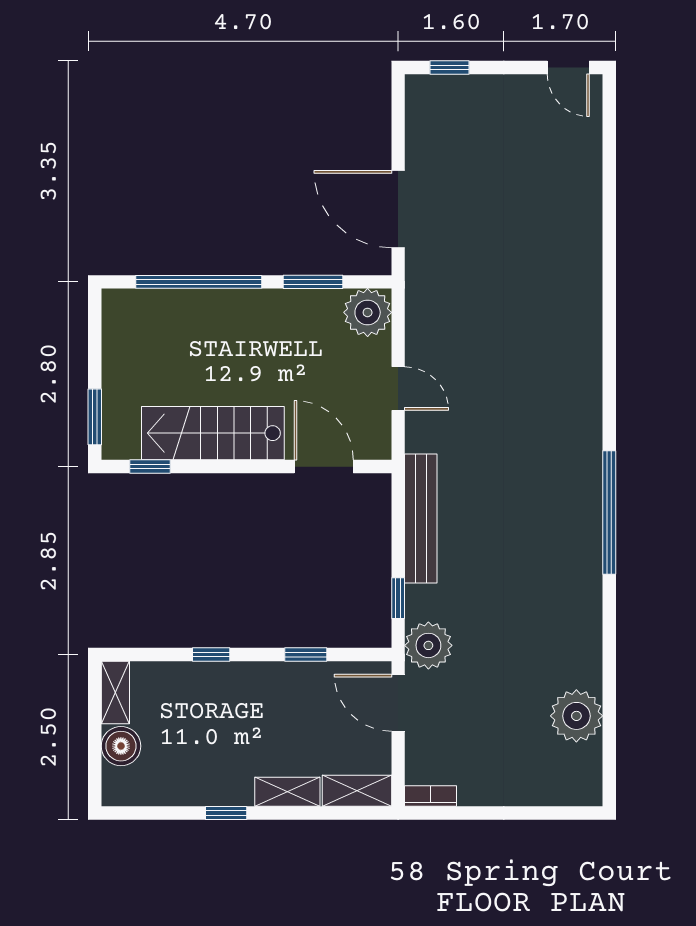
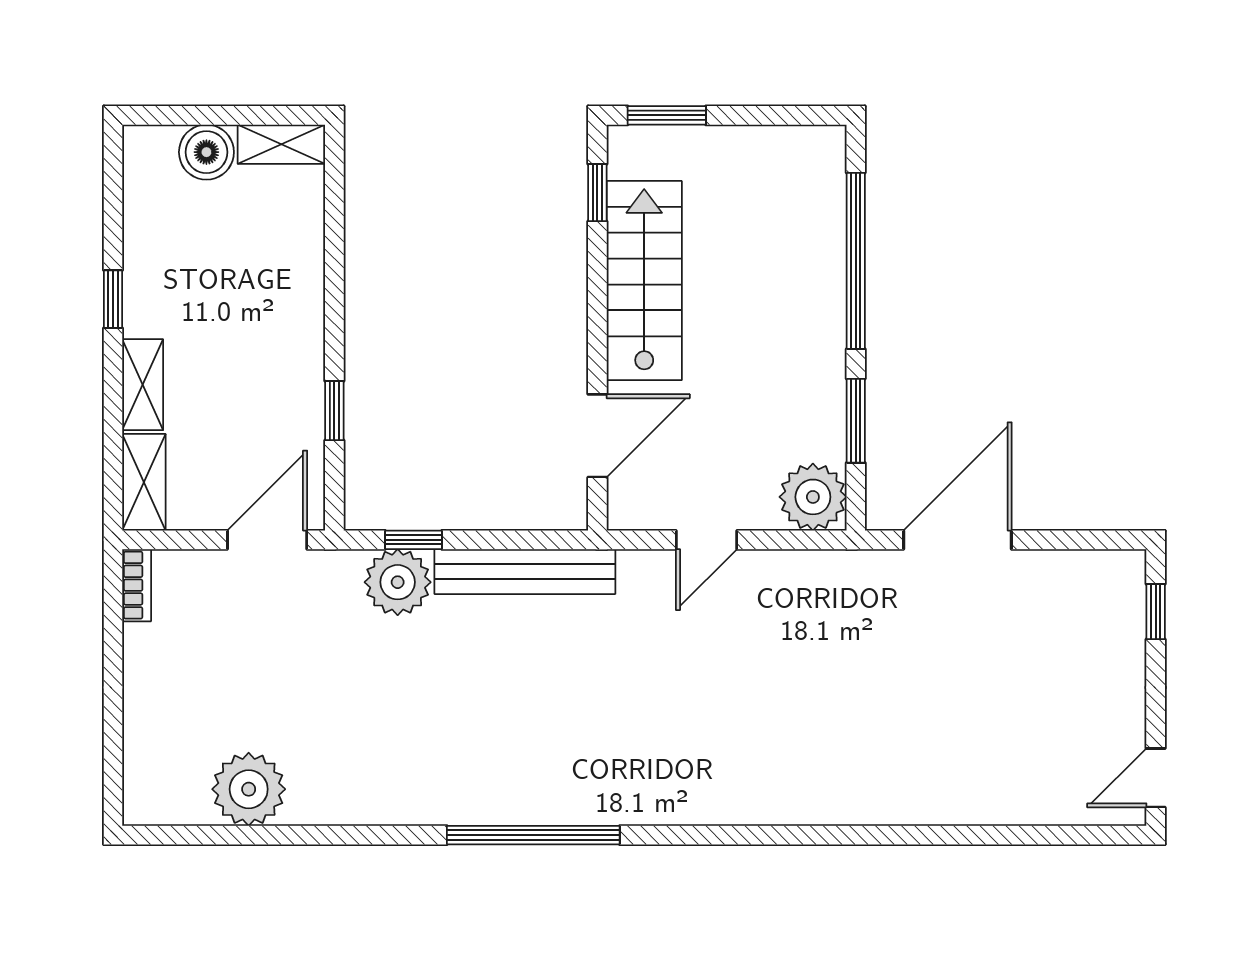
plant: (428, 645) -> (398, 582), moved
window: (211, 655) -> (334, 278), removed

